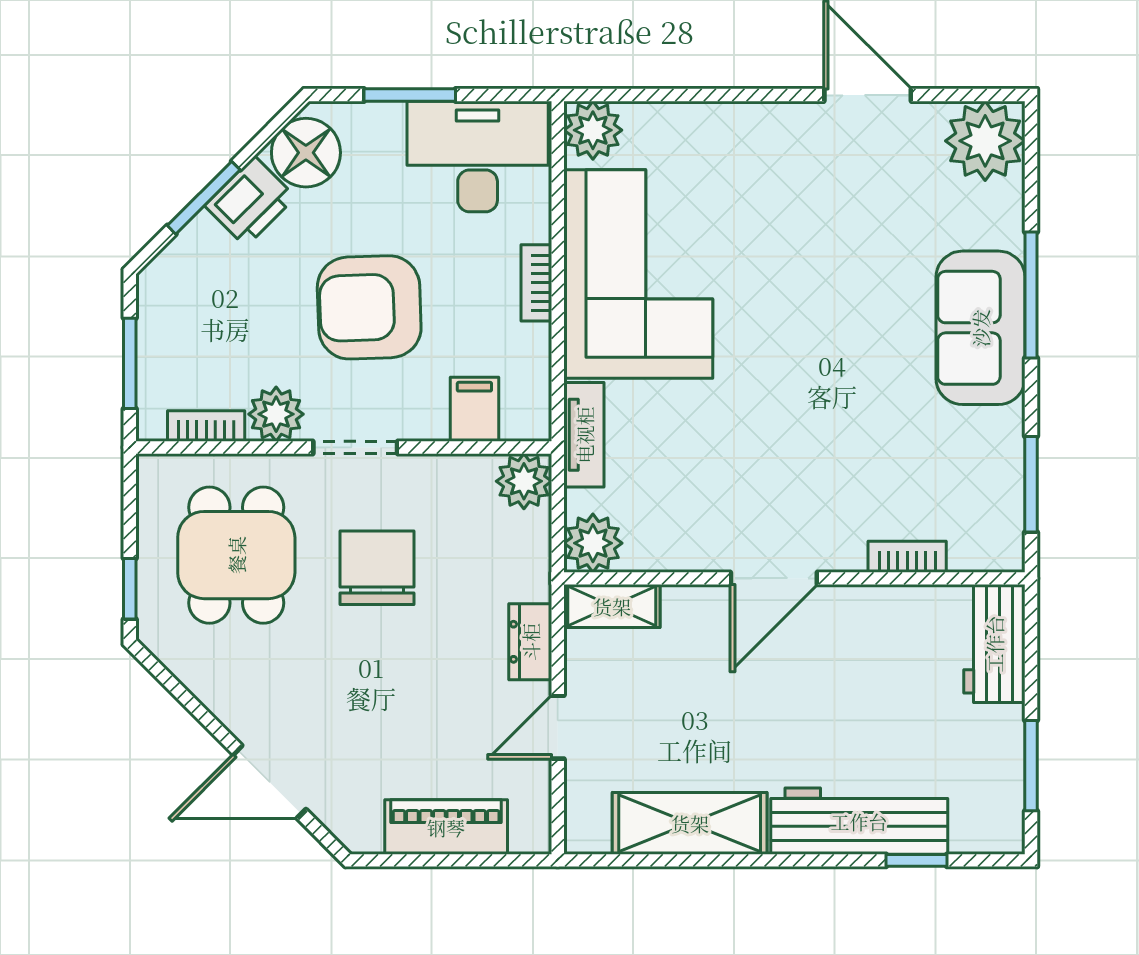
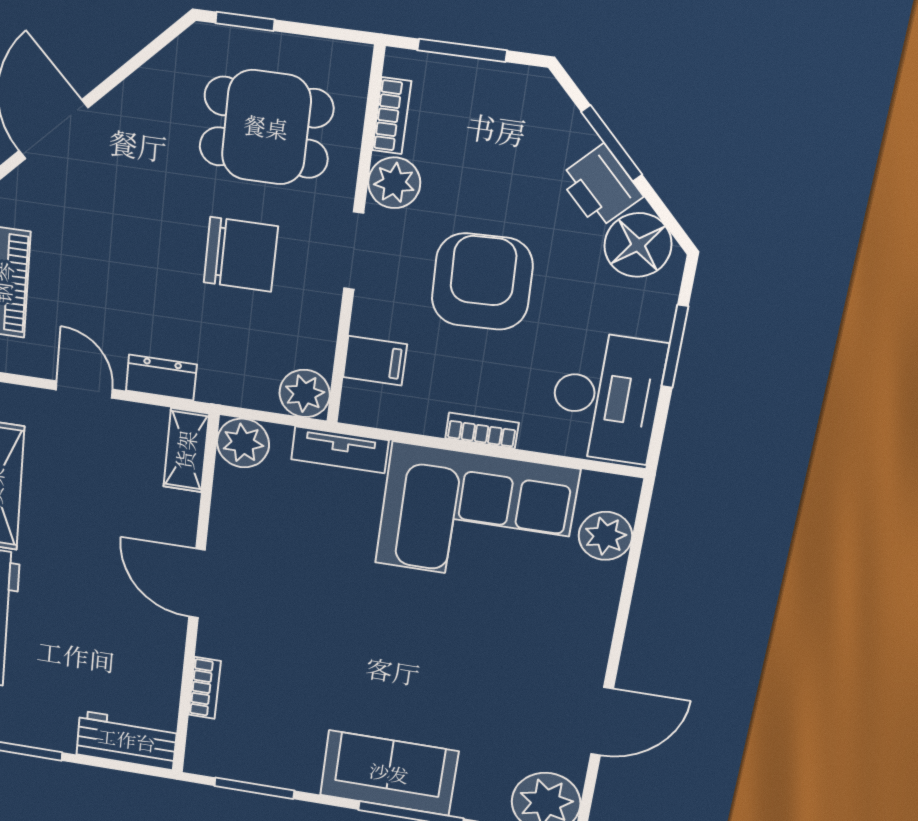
plant: (593, 130) -> (605, 536), moved

